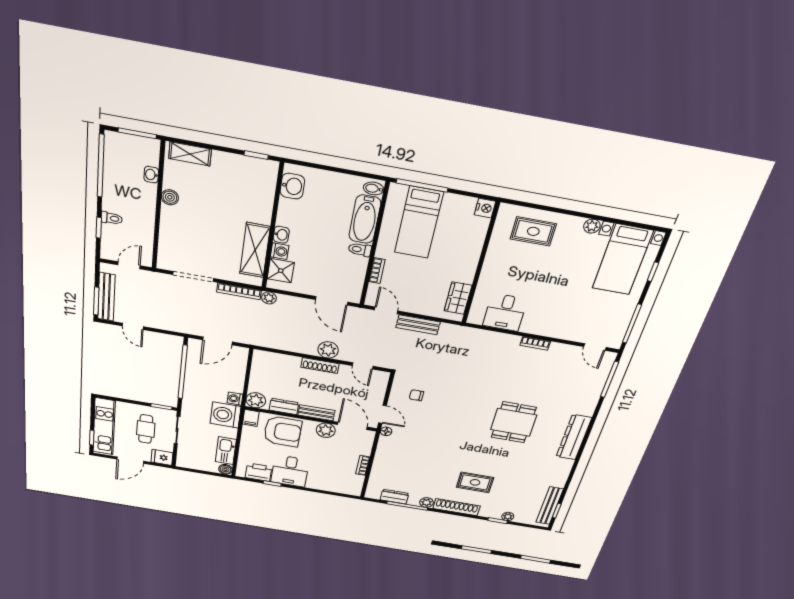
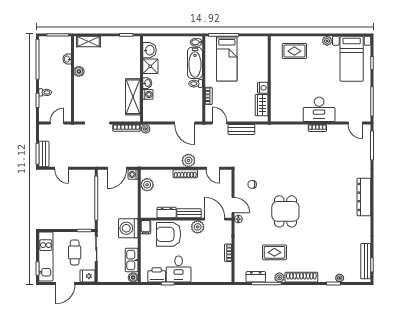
nightstand: (485, 208) -> (263, 88), moved
shower: (281, 271) -> (150, 66), moved
bench: (106, 297) -> (44, 154), width x0.73
desk: (505, 312) -> (319, 109), moved, width x1.37
washing machine: (235, 399) -> (133, 174), moved
plant: (256, 400) -> (147, 185), moved
dining table: (514, 422) -> (285, 211), moved
armchair: (283, 431) -> (169, 234), turned 180
rug: (475, 482) -> (274, 252), moved

